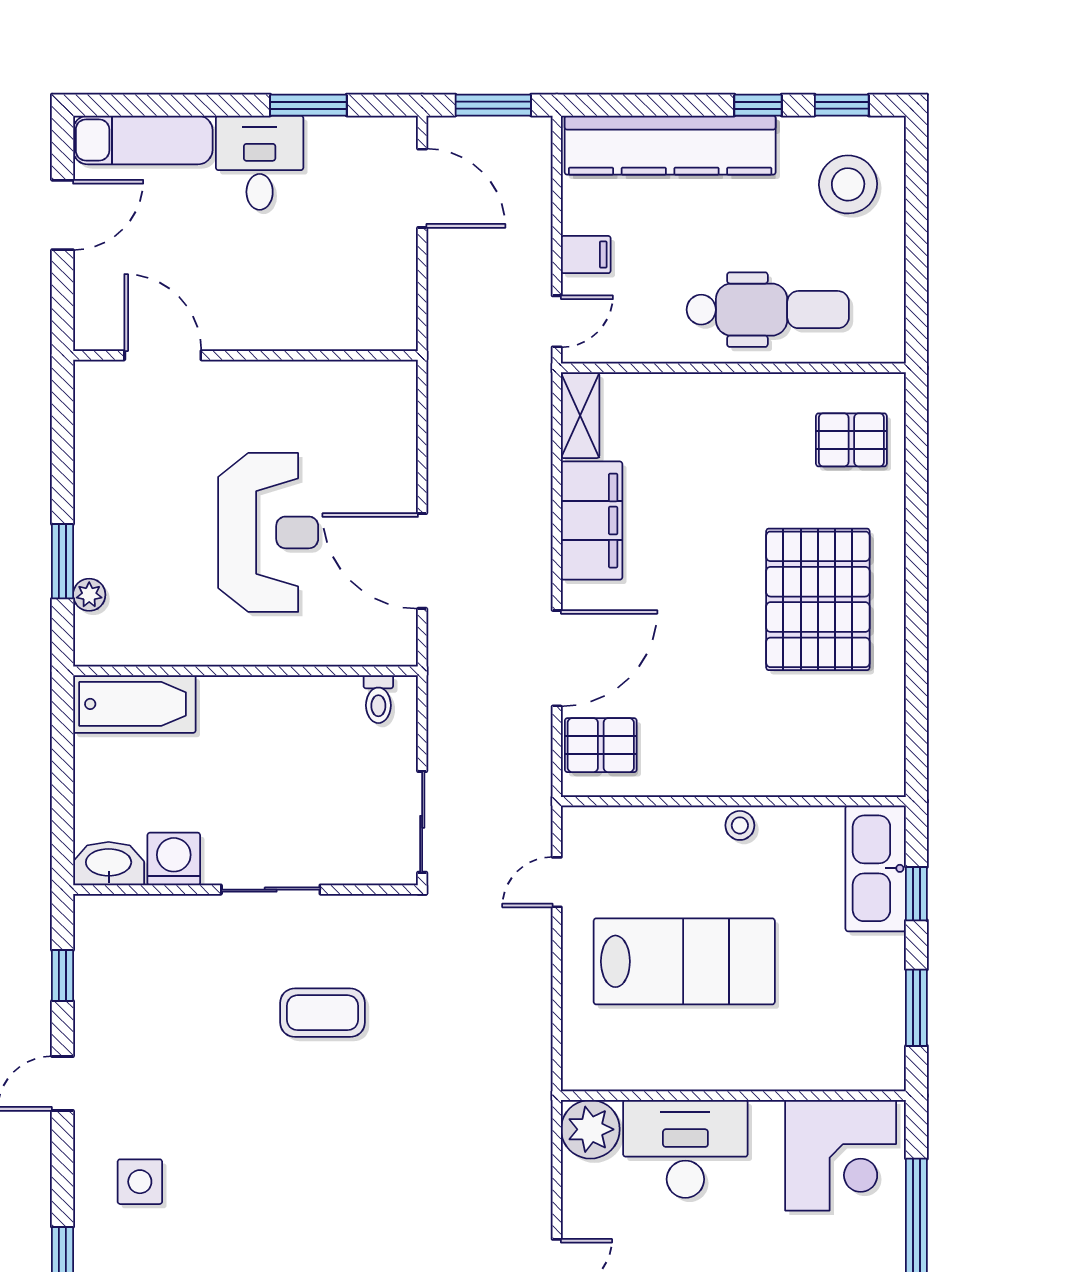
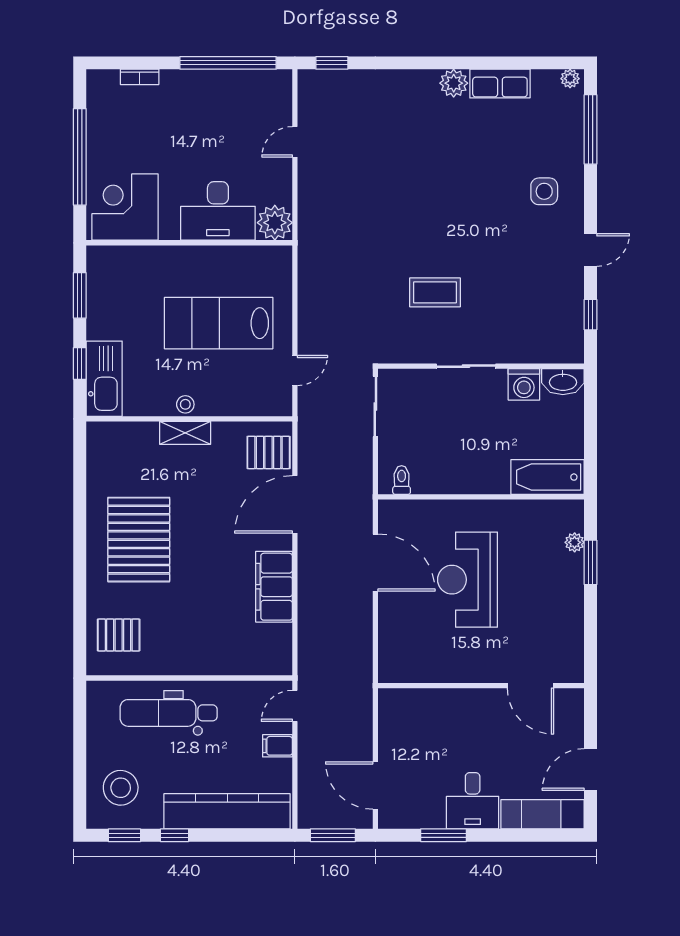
shelving: (580, 415) -> (185, 433), moved, turned 90

